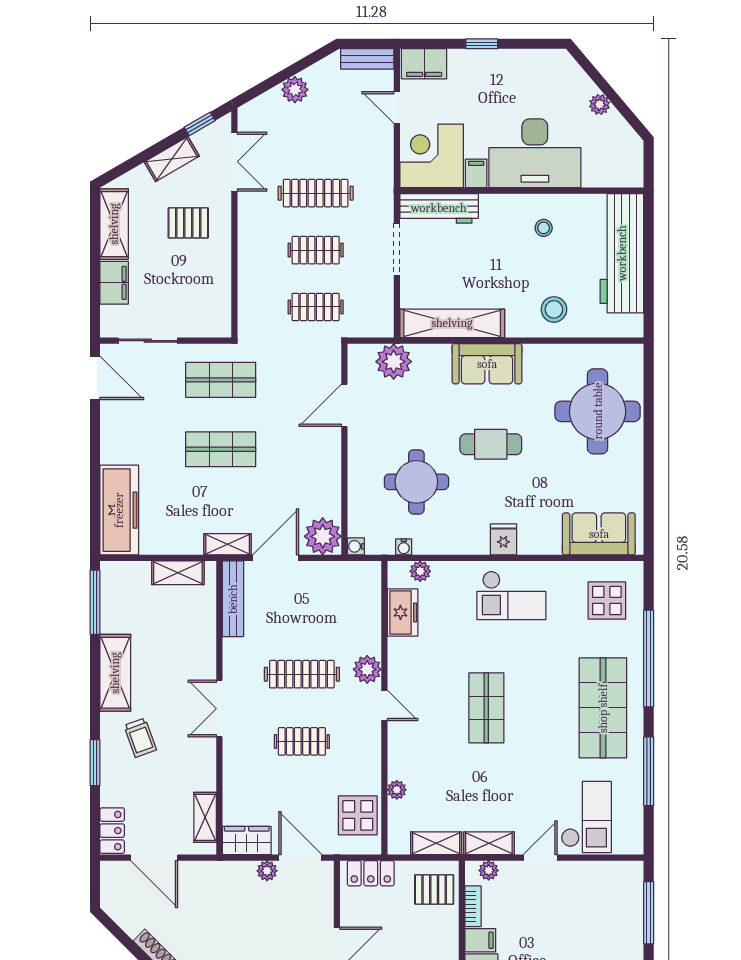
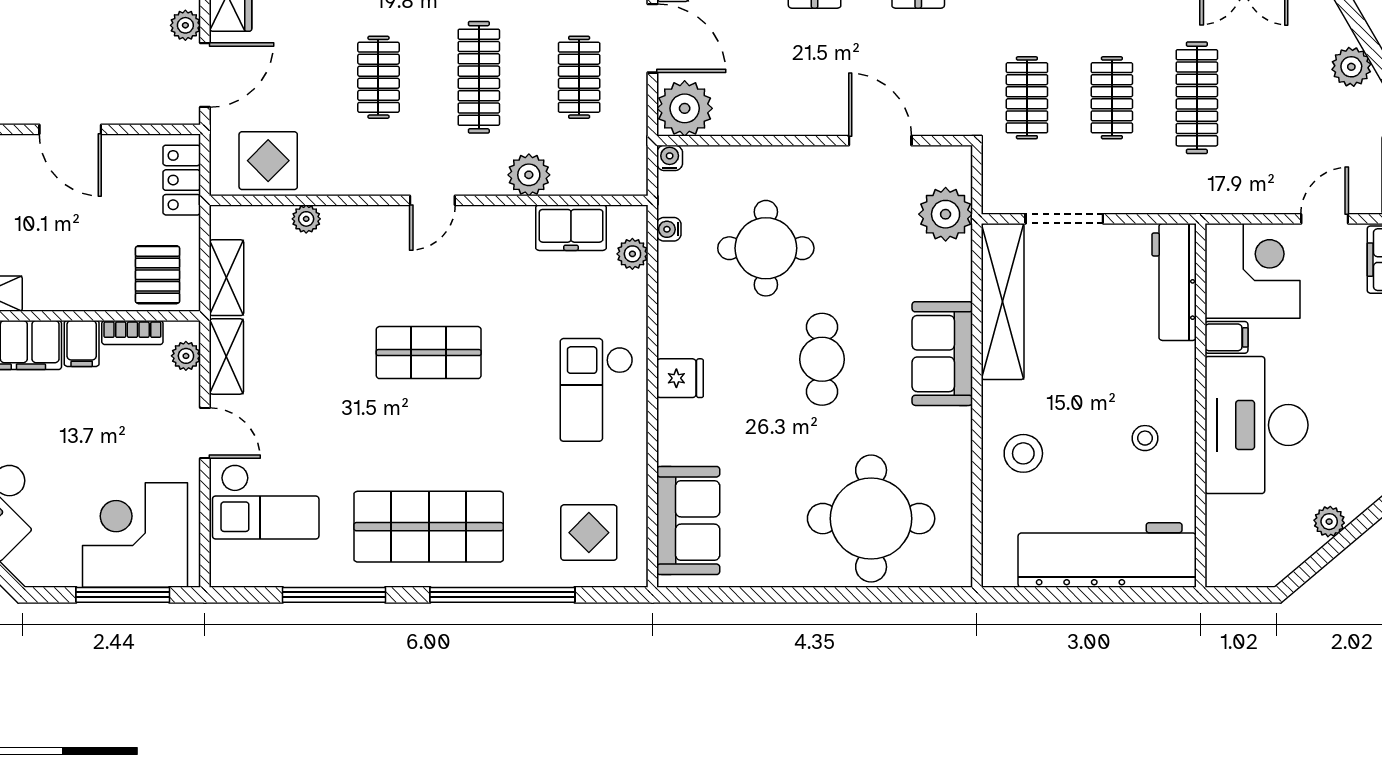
doorway: (397, 249) -> (1064, 219), moved
clothes rail: (302, 607) -> (579, 77), added
plant: (367, 669) -> (529, 175), moved
corner desk: (609, 905) -> (135, 535), added

